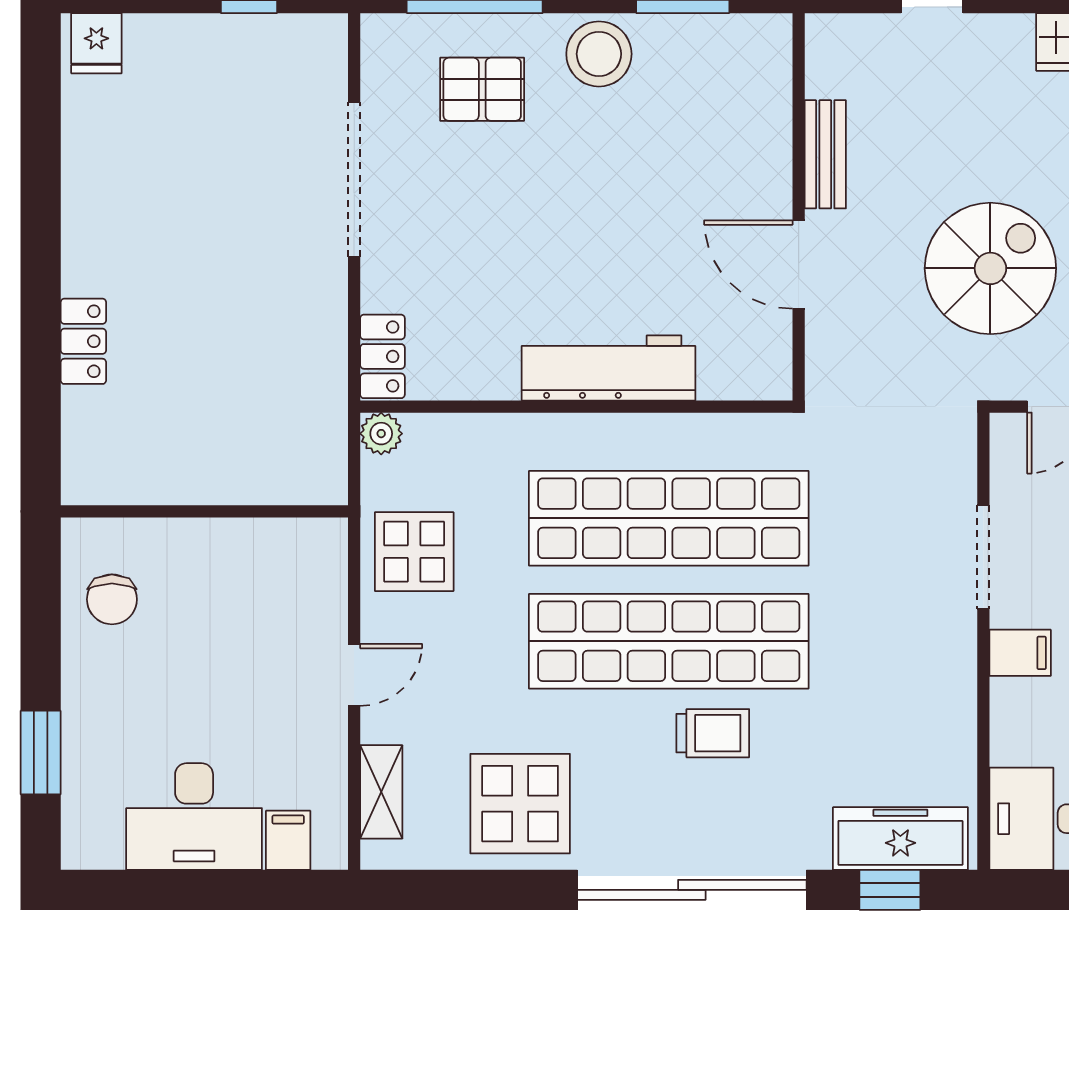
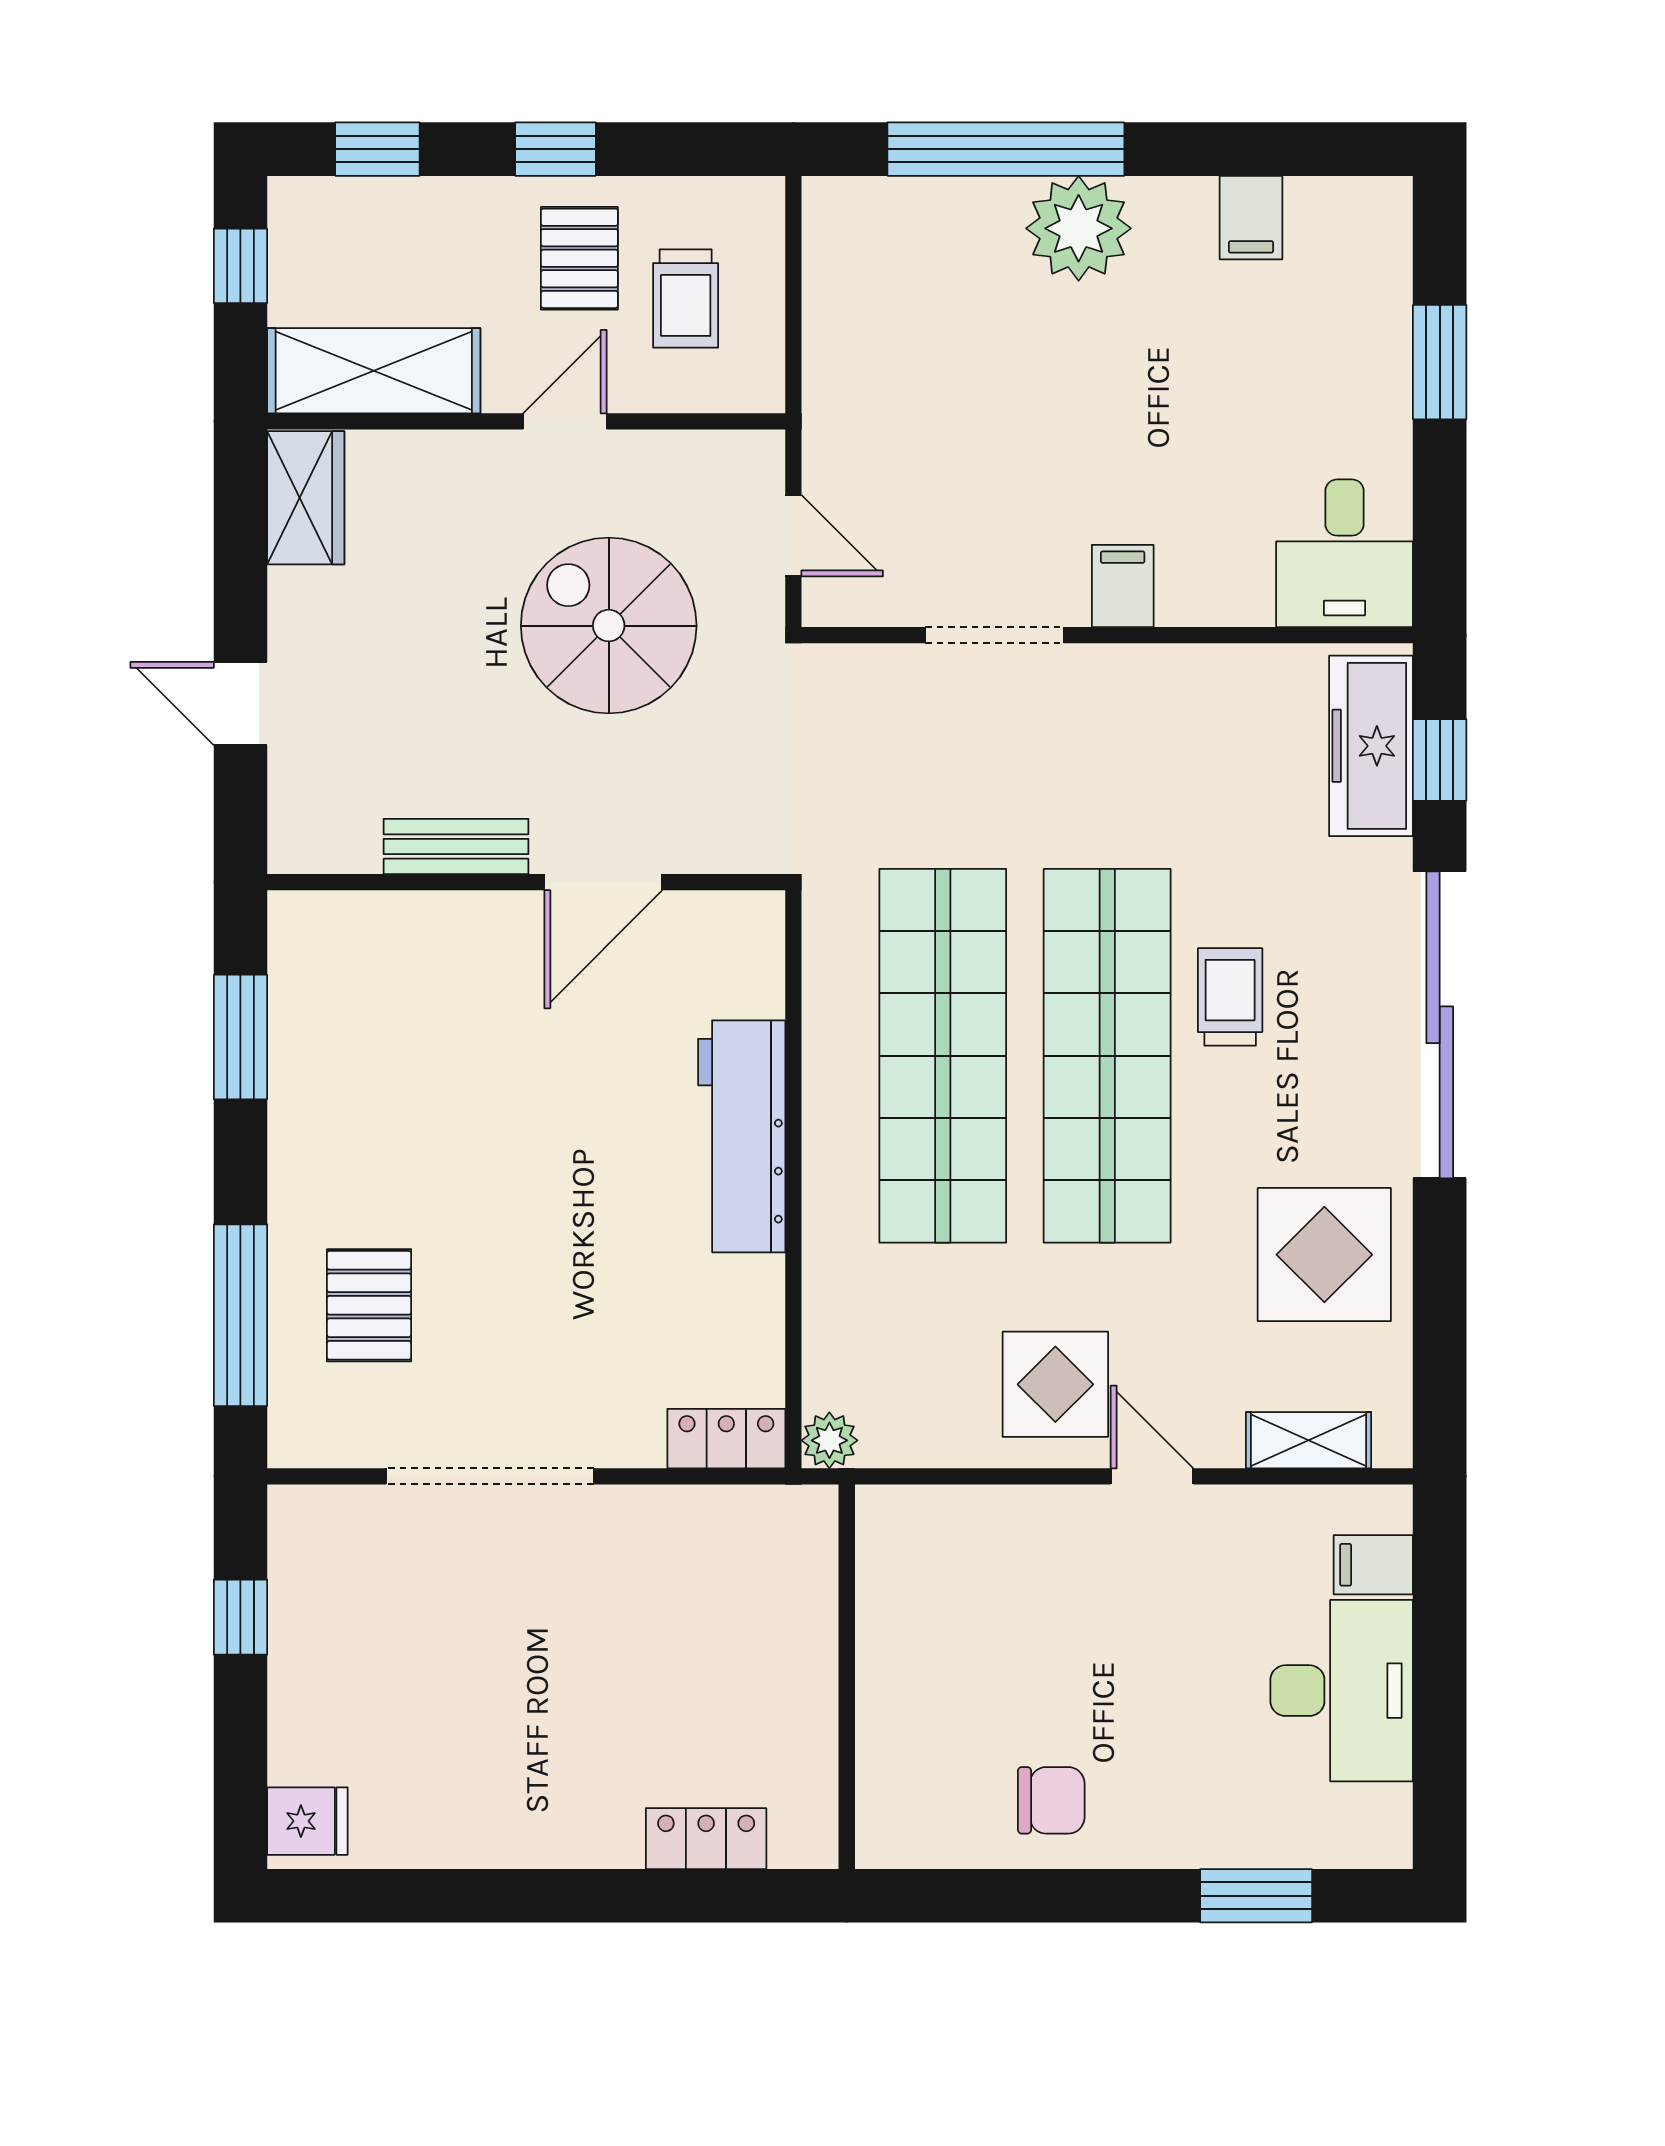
stool: (599, 54) -> (322, 1149), removed
wall: (204, 511) -> (847, 1677), moved
display table: (414, 552) -> (1055, 1384), moved

